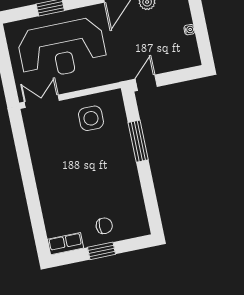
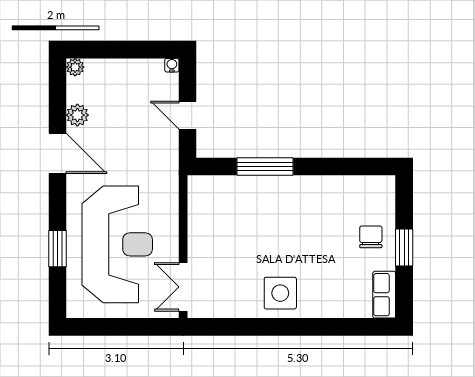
water cooler: (189, 30) -> (172, 65), moved
door: (146, 83) -> (187, 115), moved
side table: (91, 118) -> (280, 293), moved

